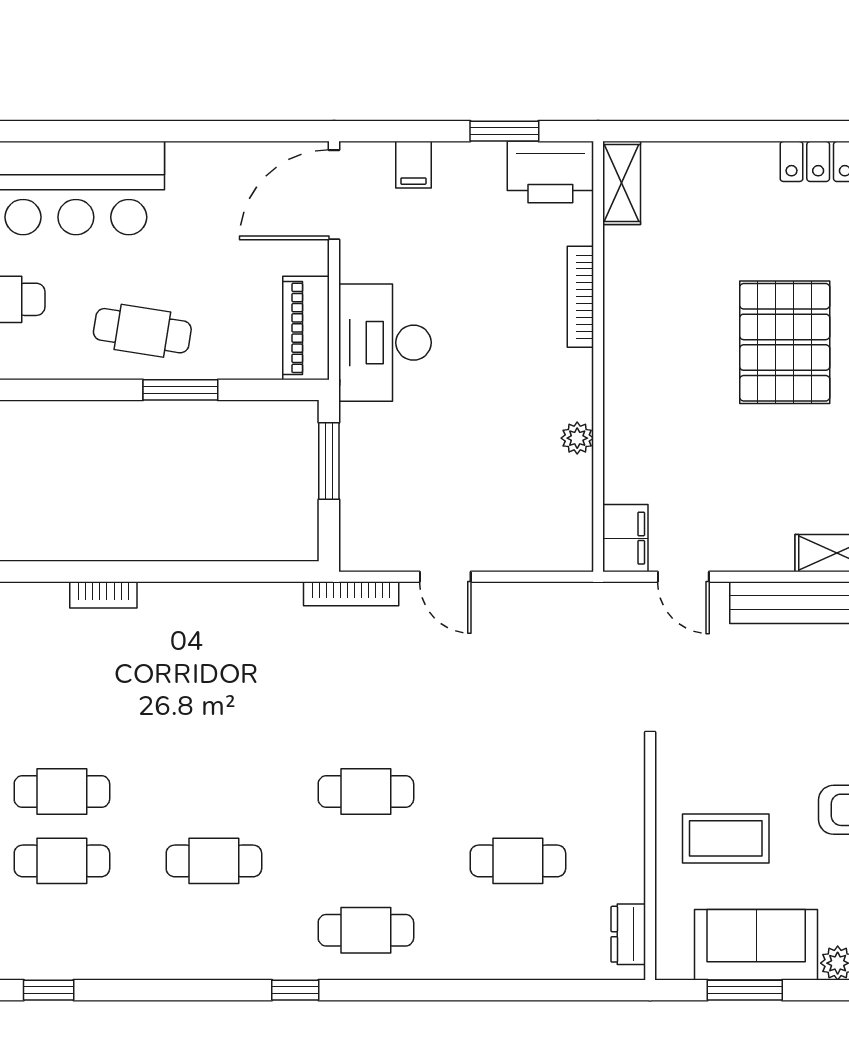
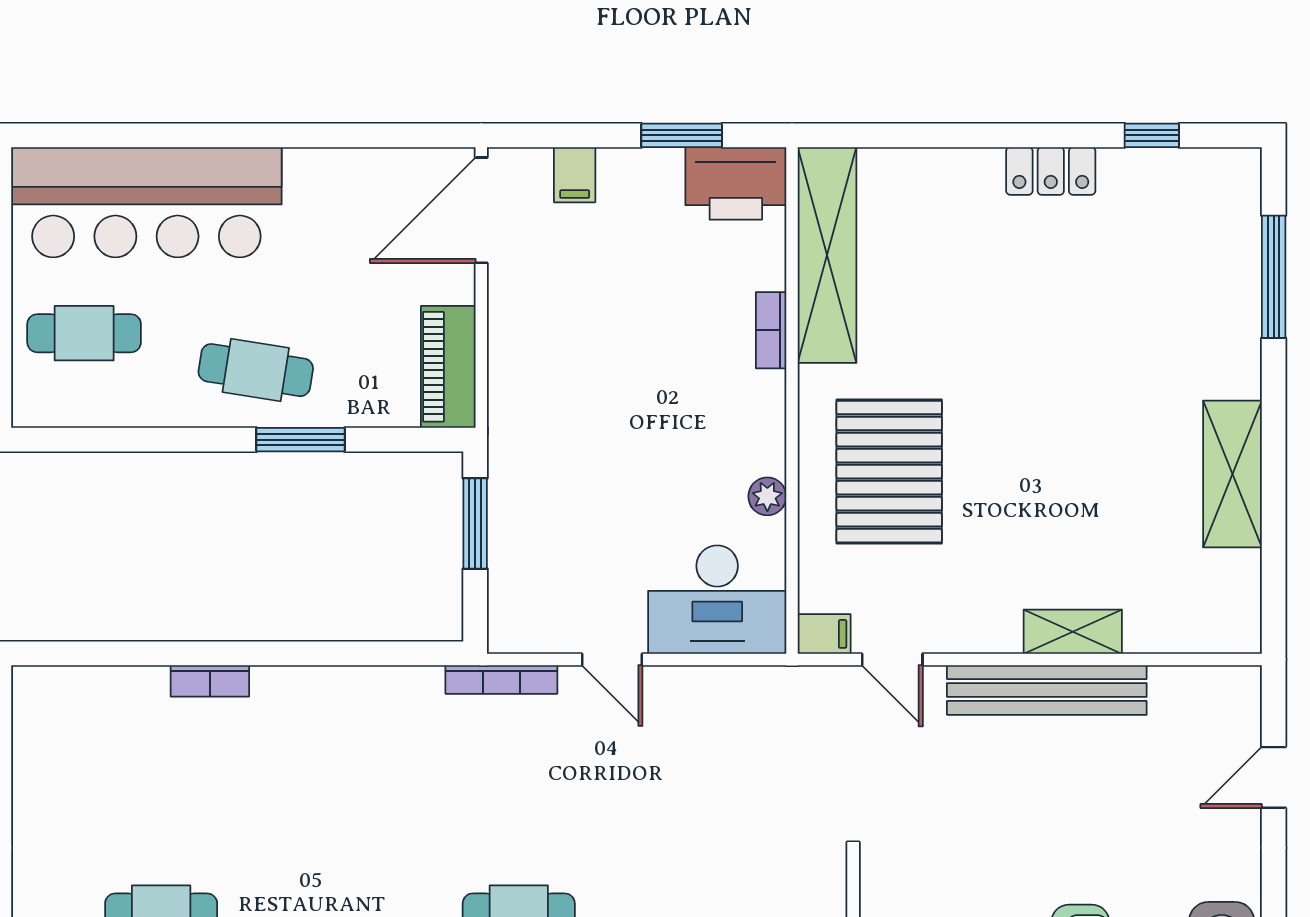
shelving: (622, 183) -> (827, 255), width x2.20, depth x1.33
bookcase: (580, 297) -> (771, 330), width x0.64
pallet: (785, 342) -> (889, 472), moved
desk: (385, 343) -> (717, 600), moved, turned -90
filing cabinet: (625, 538) -> (824, 634), width x0.50

